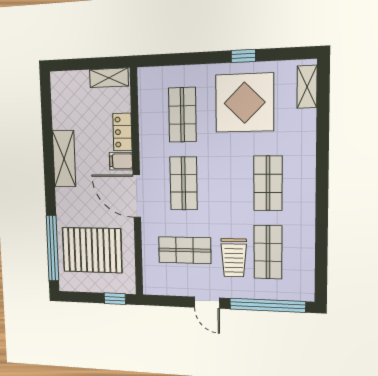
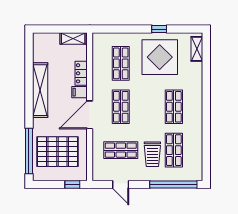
shelving: (64, 159) -> (40, 90), width x1.47
door: (137, 196) -> (90, 115), hinge flipped
door: (207, 303) -> (121, 184), moved

